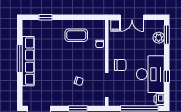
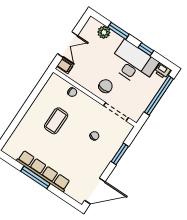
window: (45, 17) -> (13, 127), removed
coffee table: (76, 35) -> (56, 121), moved
window: (167, 35) -> (118, 31), moved

